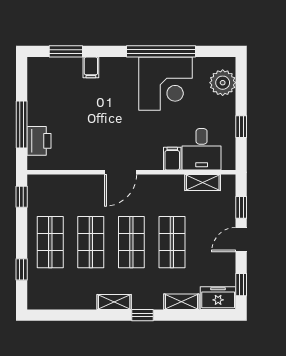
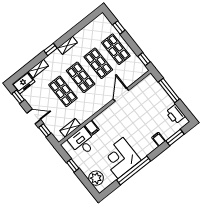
printer: (39, 141) -> (175, 114), moved
door: (121, 172) -> (121, 95), moved
door: (241, 240) -> (34, 116), hinge flipped

